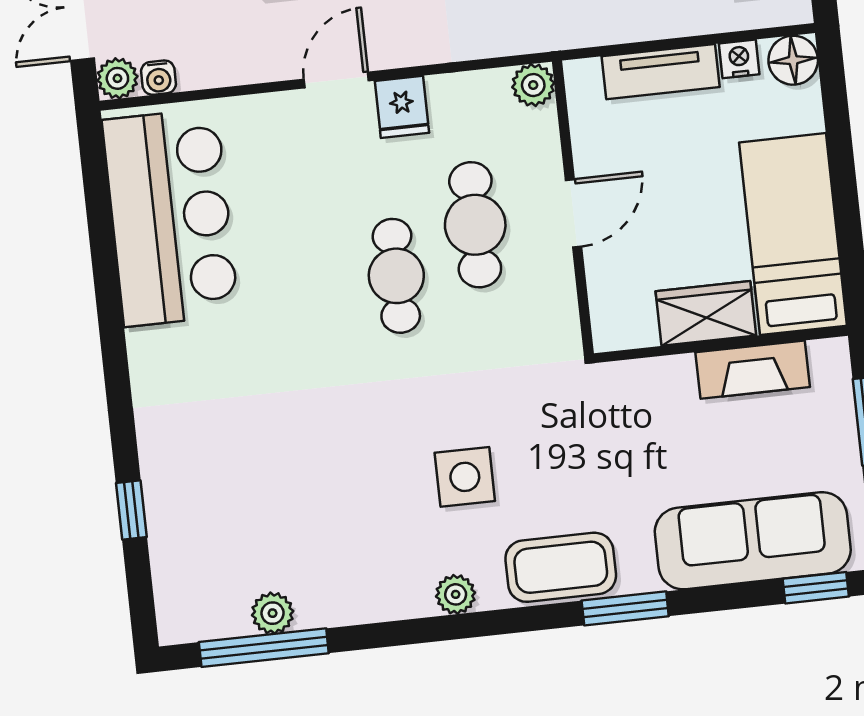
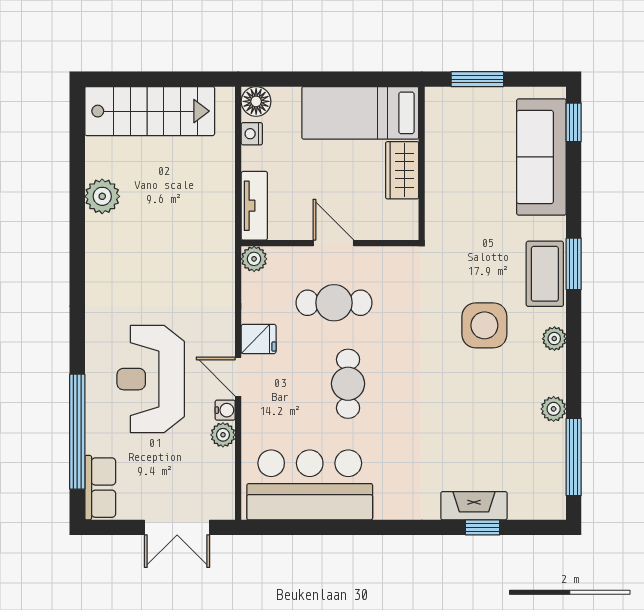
tv unit: (661, 72) -> (254, 206), moved
plant: (117, 78) -> (223, 435), moved
water cooler: (158, 78) -> (225, 410), moved
cafe table: (396, 276) -> (348, 384), moved, turned 90
fireplace: (753, 370) -> (474, 506), moved, turned -90
side table: (465, 477) -> (484, 325), width x1.37, depth x1.37
window: (625, 608) -> (574, 264), moved
plant: (273, 613) -> (554, 409), moved

